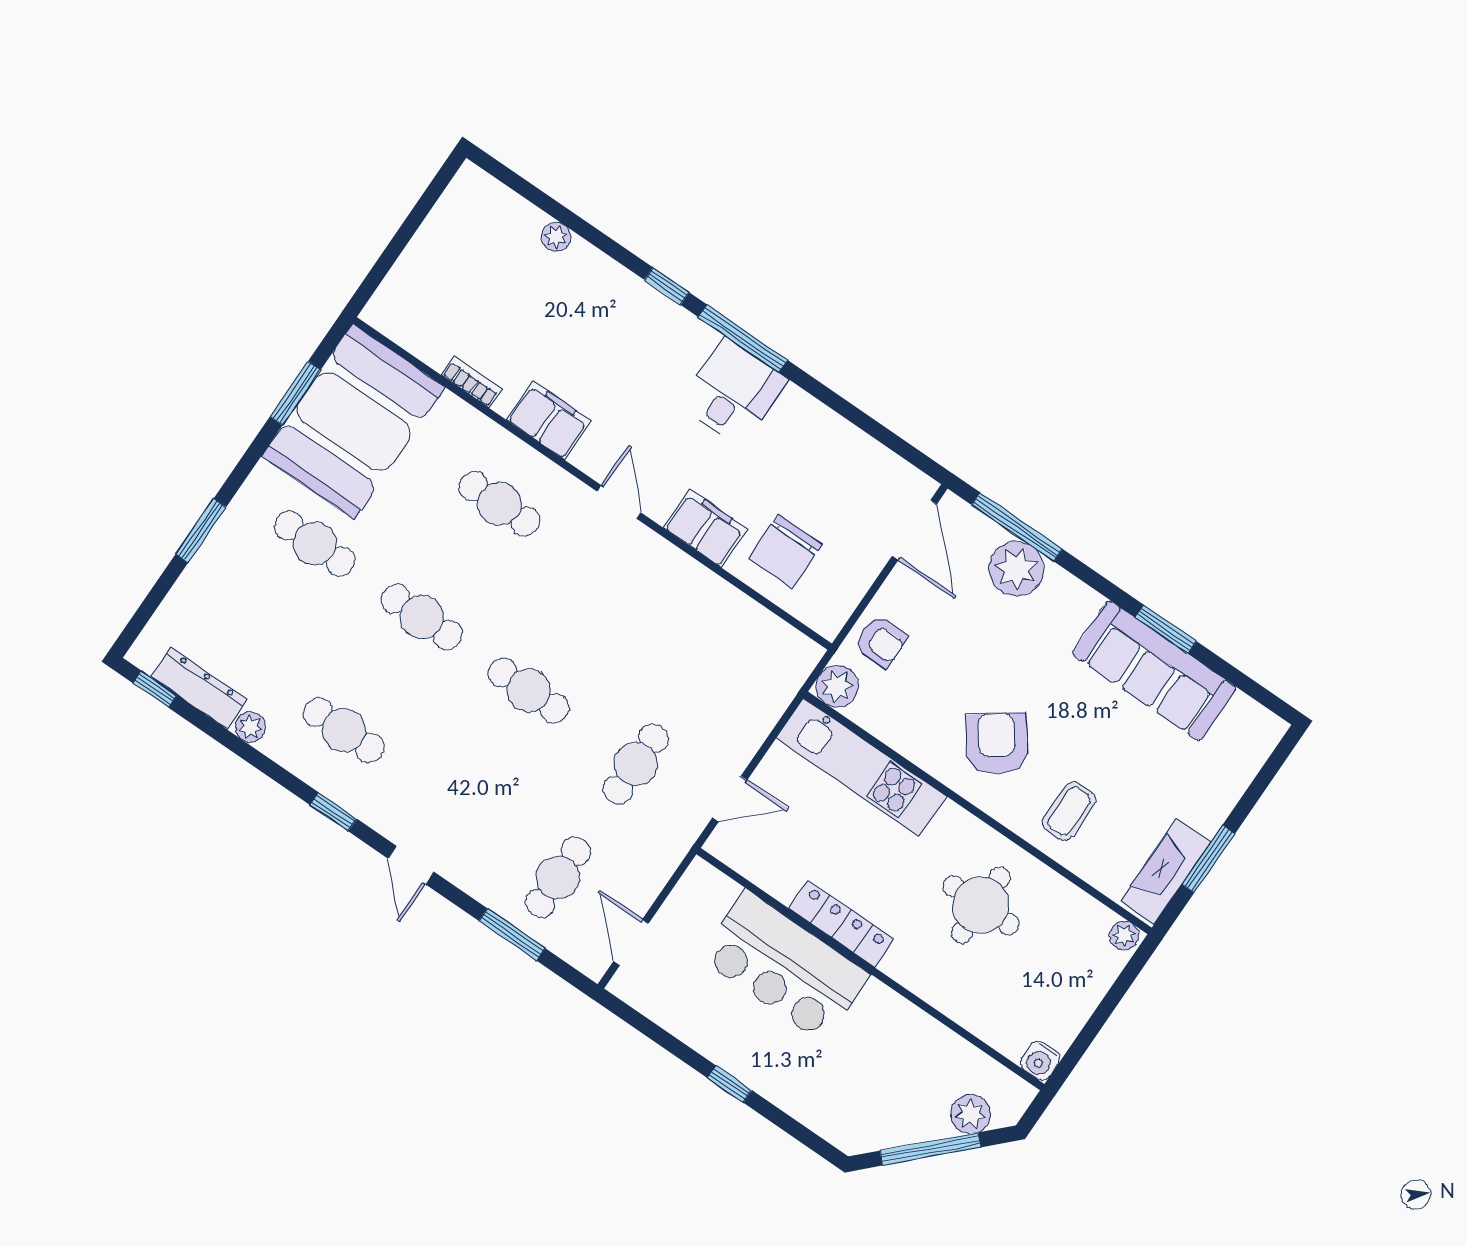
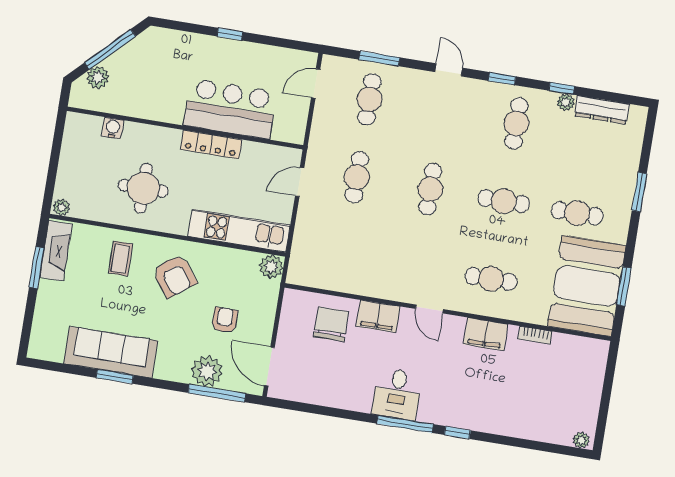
plant: (556, 237) -> (581, 440), moved
armchair: (881, 641) -> (225, 320), moved, turned 90
window: (155, 689) -> (562, 88), moved
cafe table: (529, 691) -> (430, 189), turned 90
cafe table: (344, 730) -> (516, 123), turned 90
door: (631, 942) -> (316, 84), swing flipped
water cooler: (1040, 1061) -> (113, 128), moved

